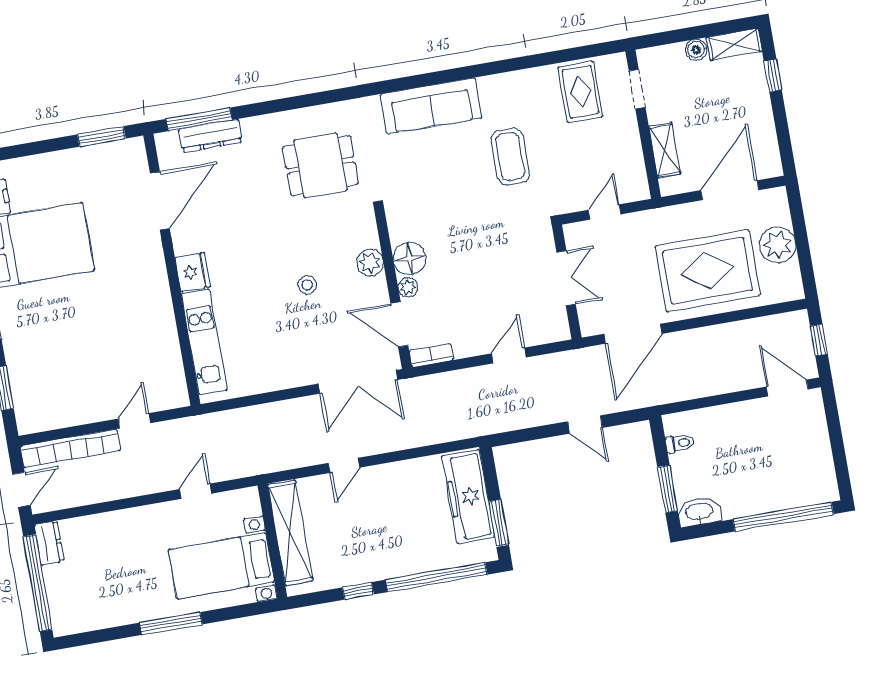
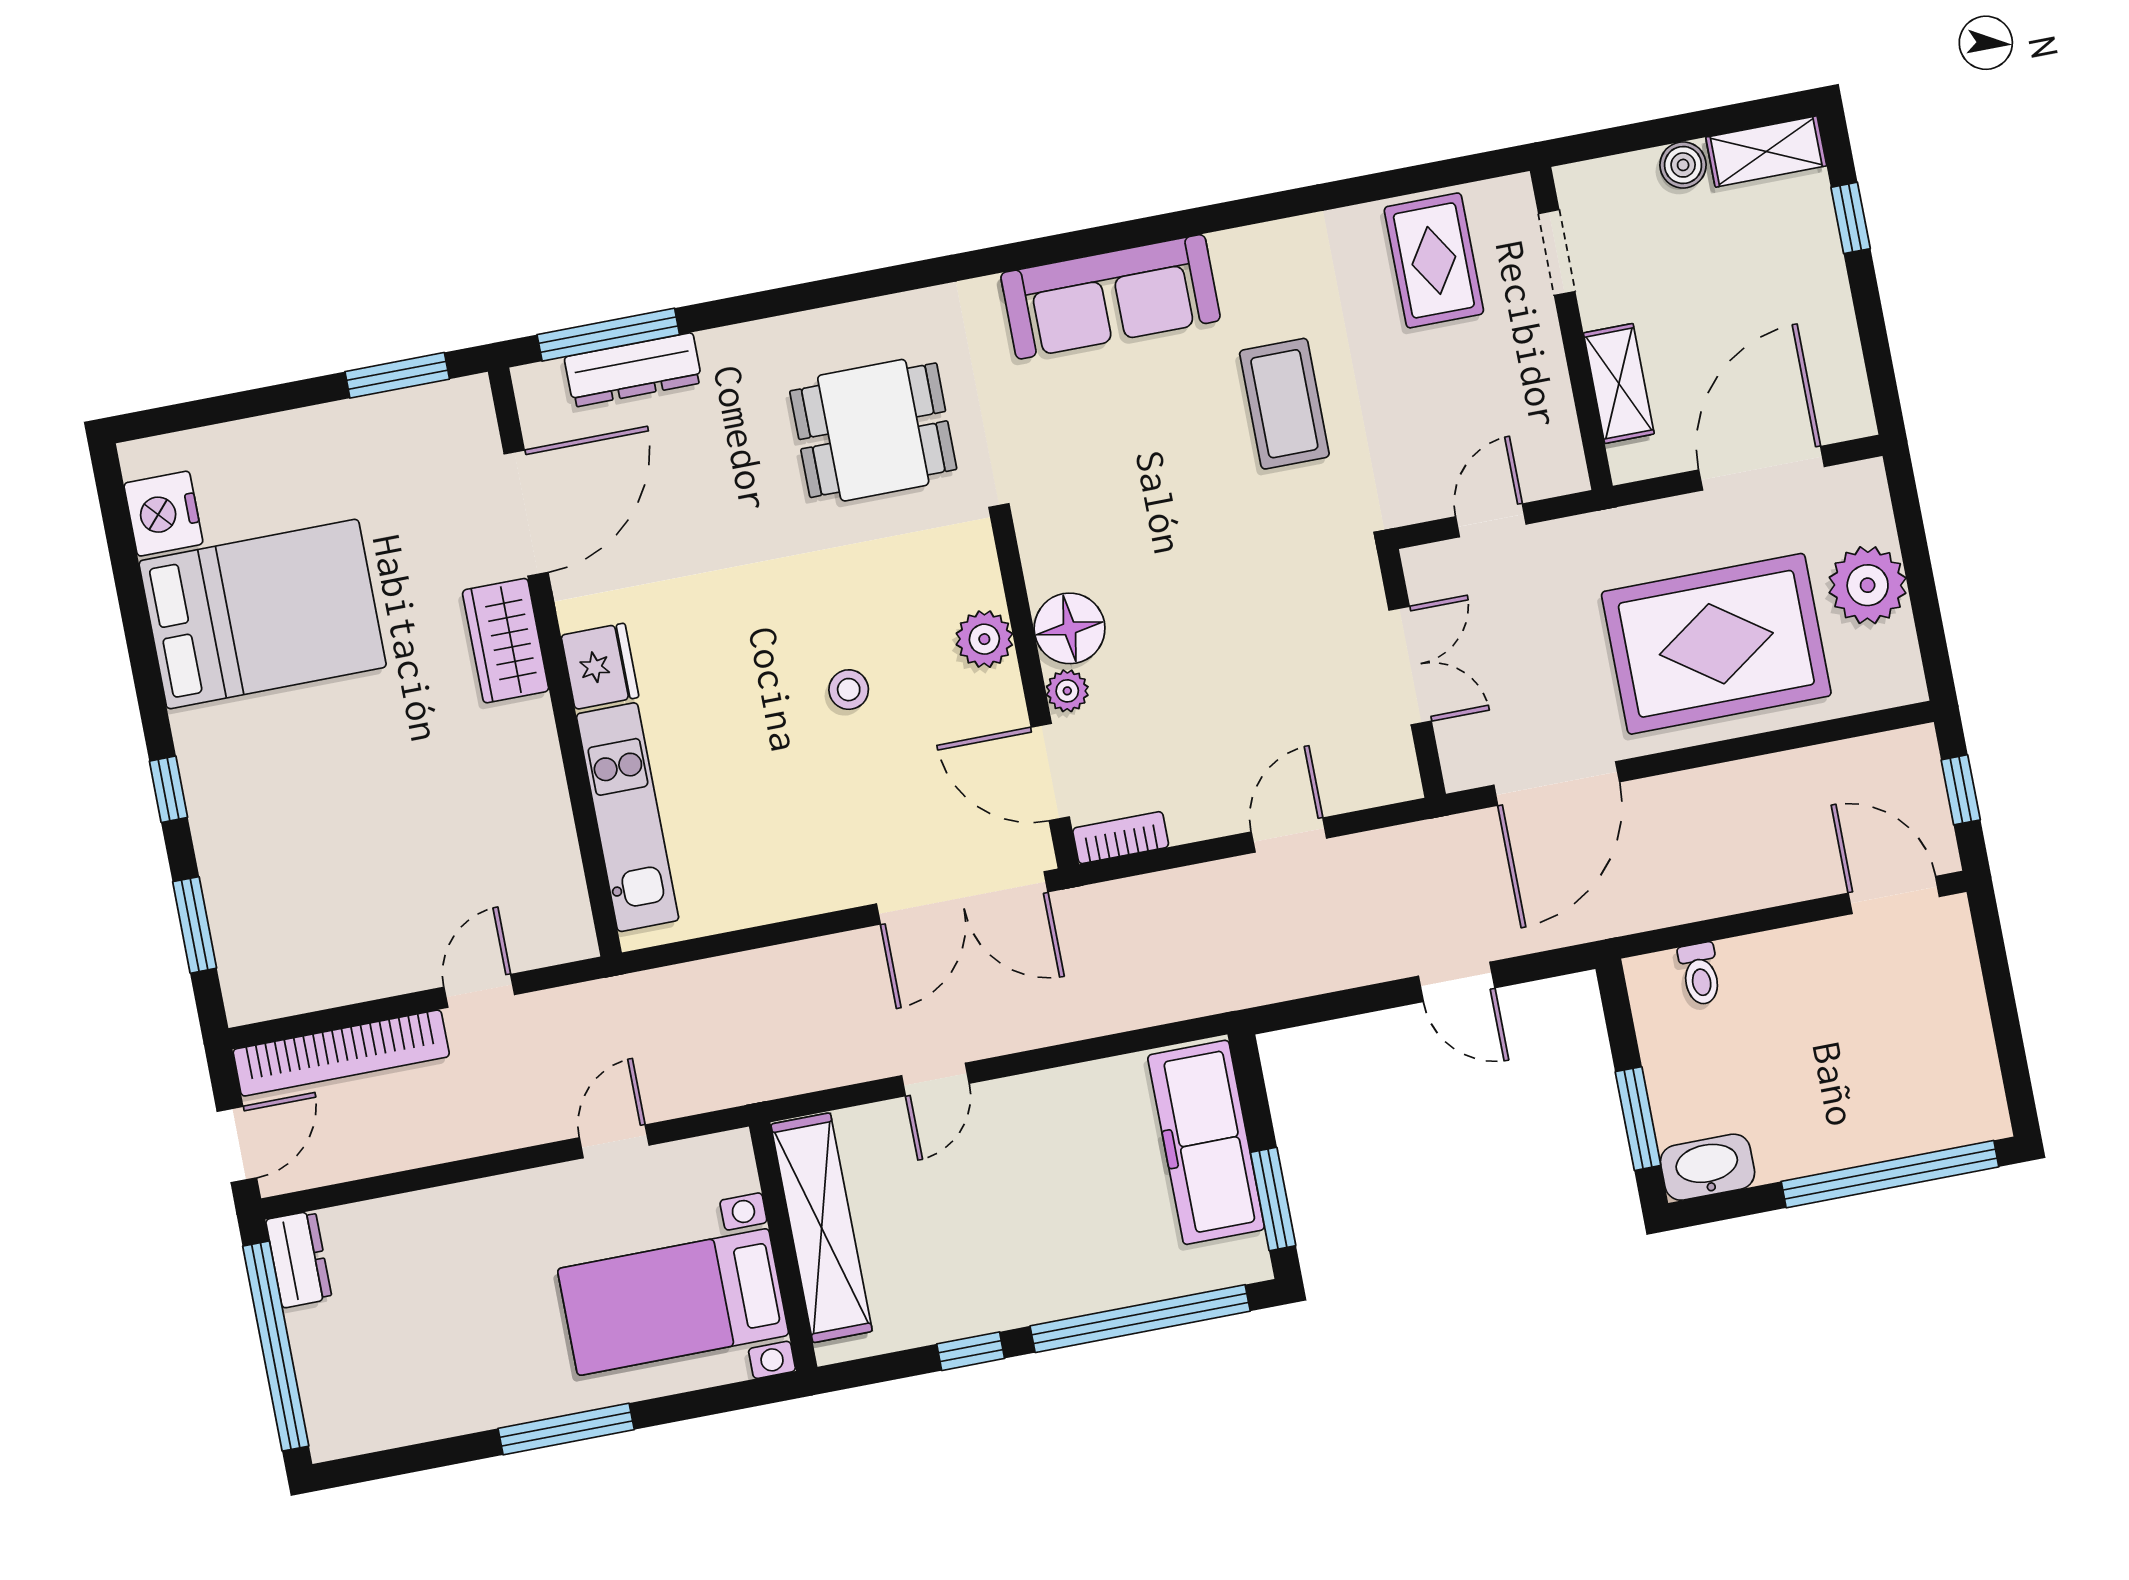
wardrobe: (149, 260) -> (506, 641), added
toilet: (680, 443) -> (1700, 974), moved, turned 90

